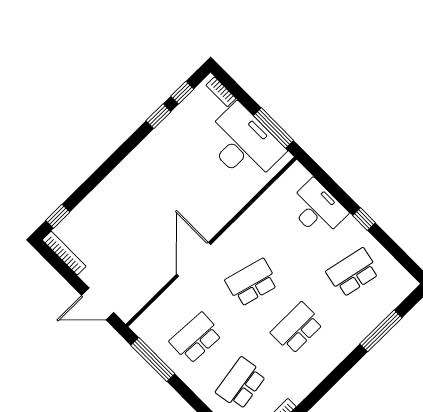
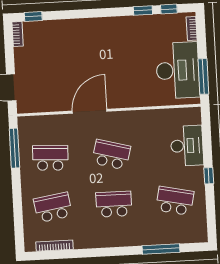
bookcase: (64, 253) -> (18, 34), width x0.64

